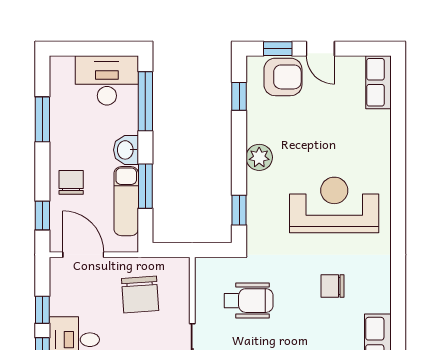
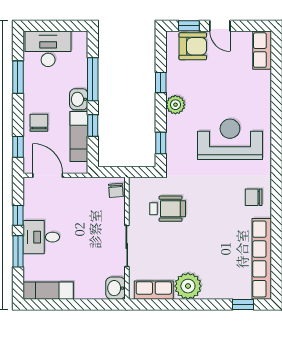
desk: (107, 80) -> (48, 49), moved
window: (239, 96) -> (161, 82), moved
window: (145, 101) -> (93, 79), moved
window: (145, 186) -> (93, 126), width x0.67
chair: (332, 286) -> (254, 197), moved
chair: (140, 295) -> (116, 190), moved, width x0.54, depth x0.54

